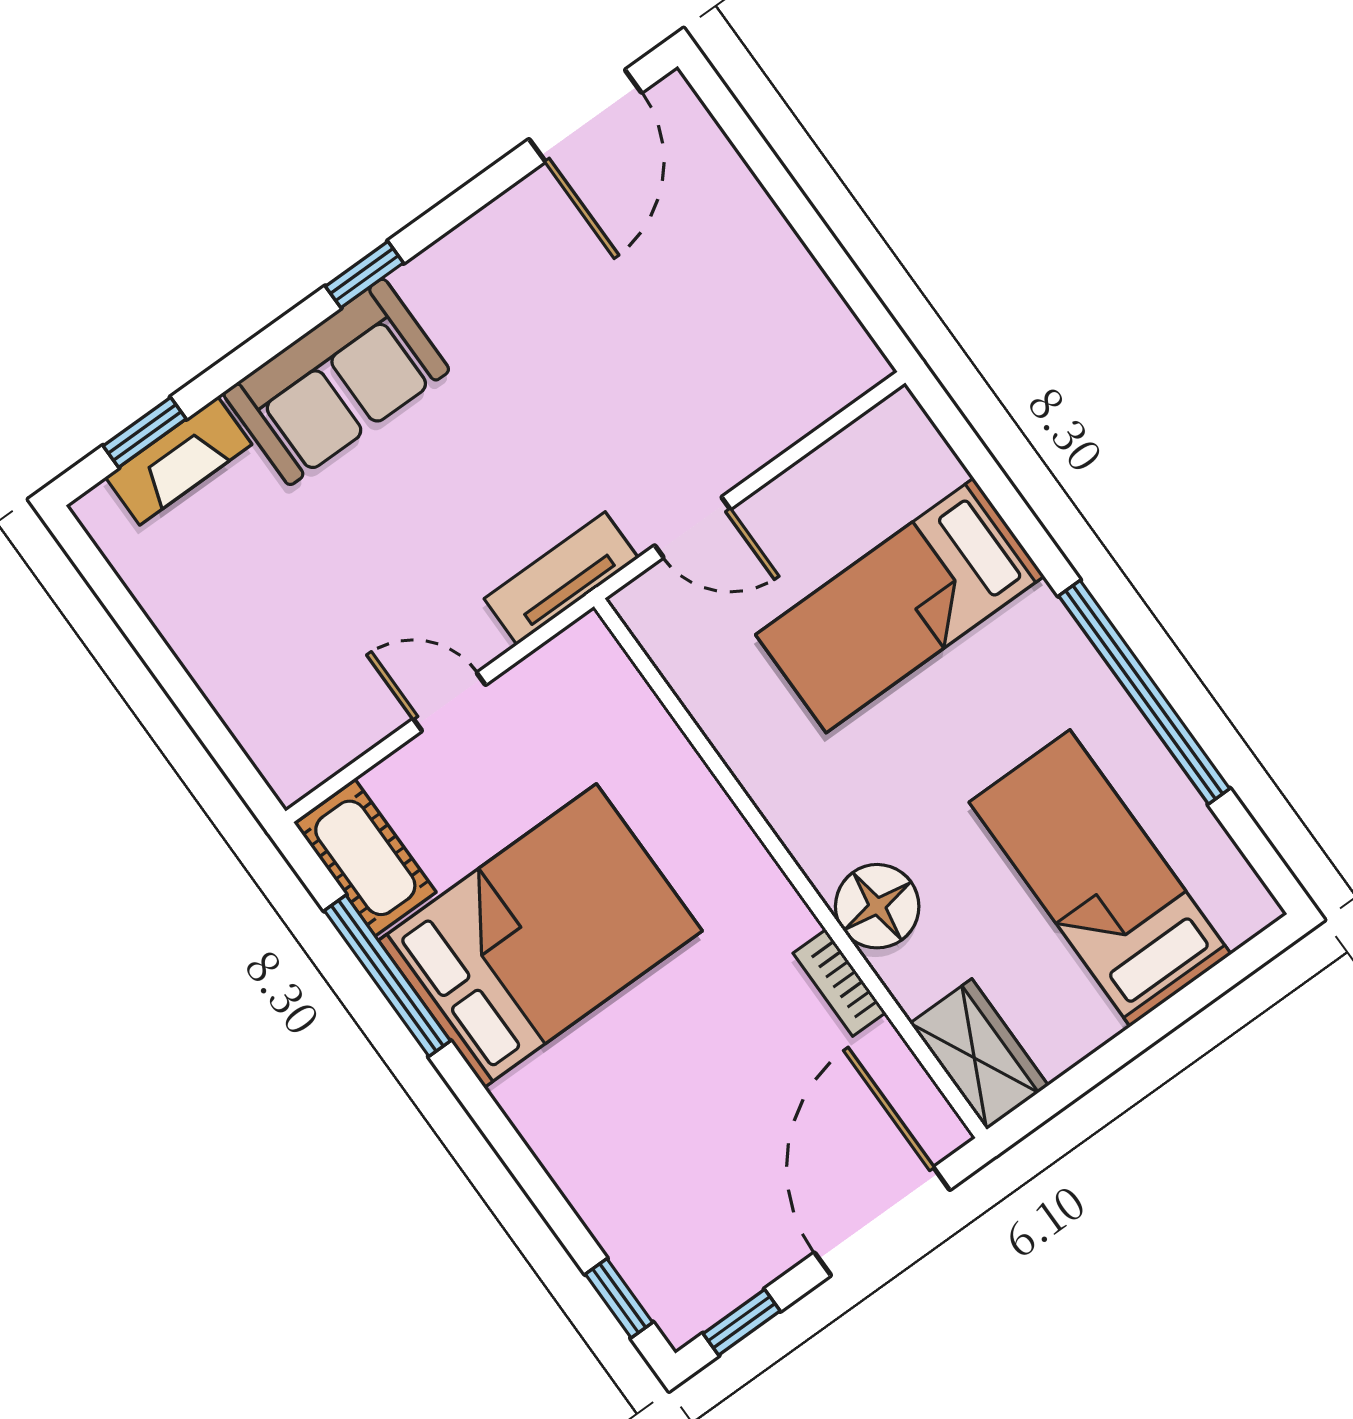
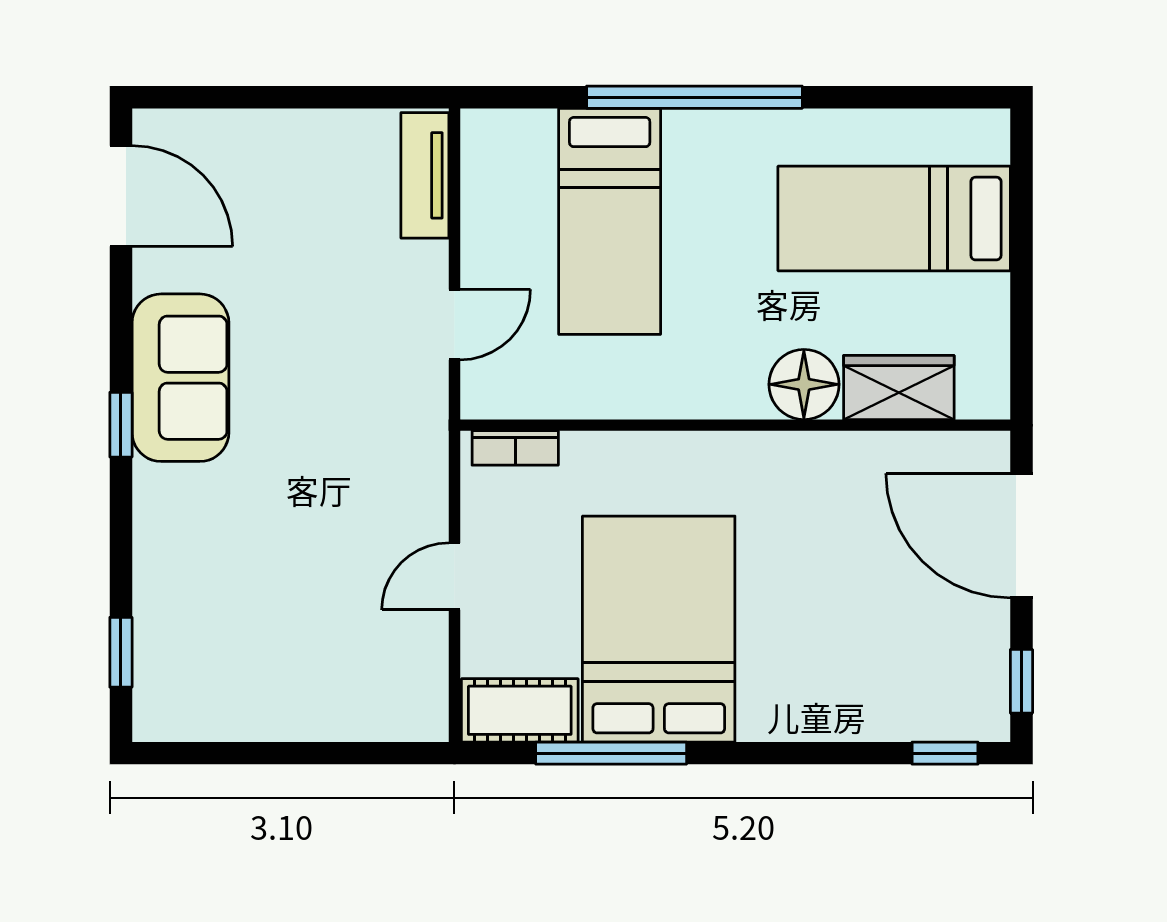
sofa: (336, 382) -> (180, 378), moved
fireplace: (179, 461) -> (157, 643), removed
tv unit: (561, 578) -> (425, 175), moved
window: (1144, 692) -> (694, 97), moved
bookcase: (839, 983) -> (515, 448), moved
wardrobe: (979, 1054) -> (899, 388), moved

